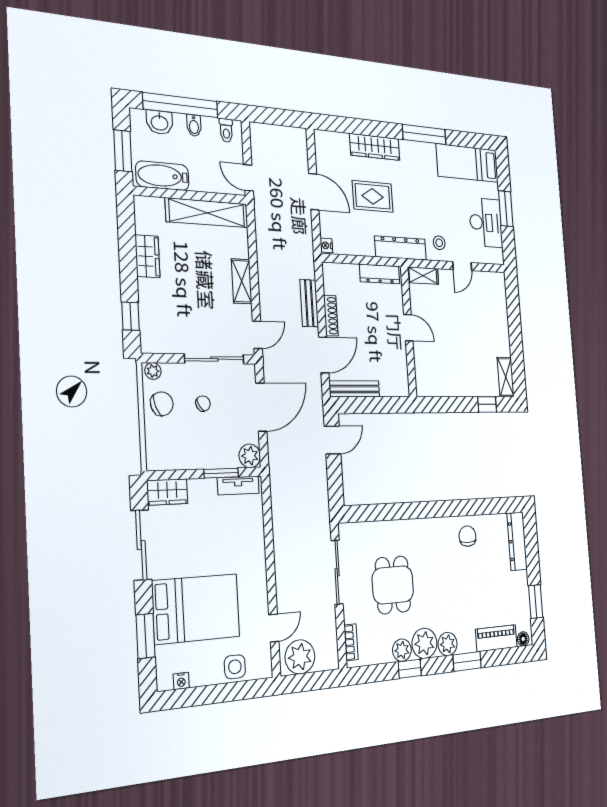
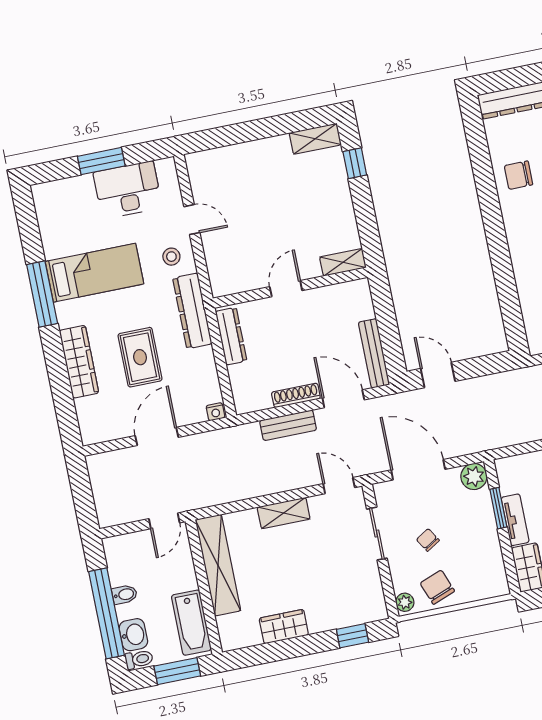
toilet: (226, 130) -> (139, 659), moved
bed: (467, 163) -> (94, 273), moved, turned -90
shelving: (423, 276) -> (343, 262), moved, turned 90
sliding door: (214, 359) -> (377, 534), width x0.73
tv unit: (238, 486) -> (515, 520), moved

